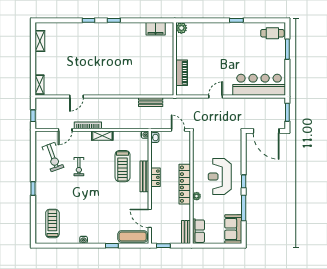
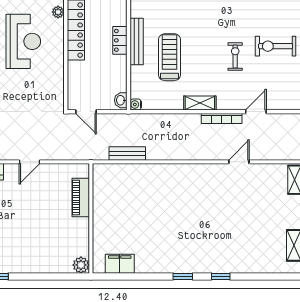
exercise bike: (53, 157) -> (276, 46), moved, turned -70

